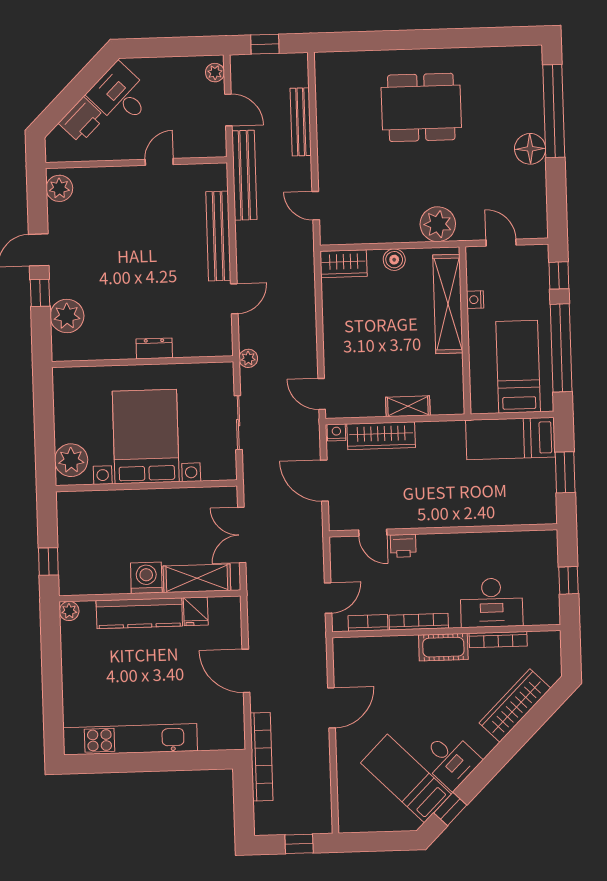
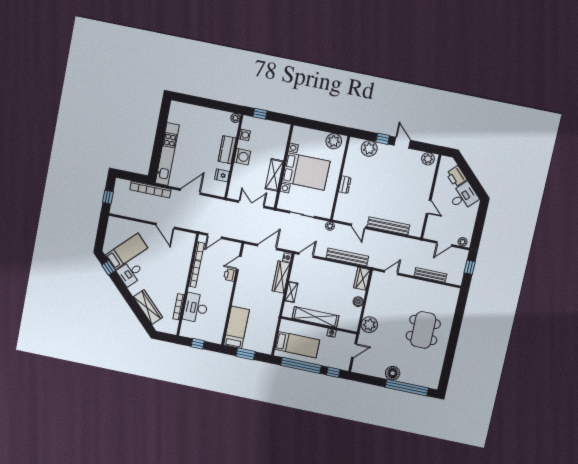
bench: (244, 175) -> (347, 257), moved
shelving: (448, 304) -> (316, 317), moved
bed: (510, 438) -> (236, 327), moved
plant: (71, 460) -> (334, 141), moved
shelving: (197, 578) -> (274, 175), moved
washing machine: (100, 584) -> (244, 135), added
door: (328, 598) -> (214, 236), hinge flipped
kitchen counter: (139, 613) -> (227, 150), width x0.67
cot: (443, 647) -> (181, 282), removed
kitchen unit: (130, 739) -> (167, 154), moved

